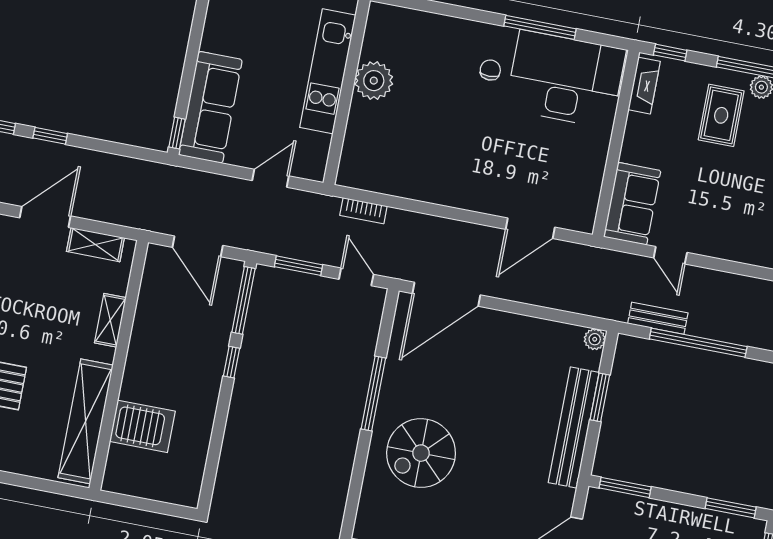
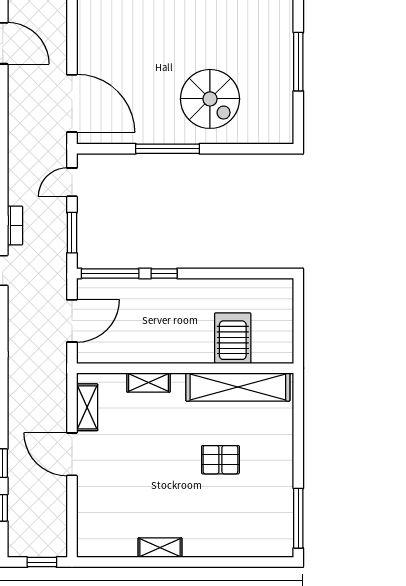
bookcase: (363, 211) -> (15, 226), moved

